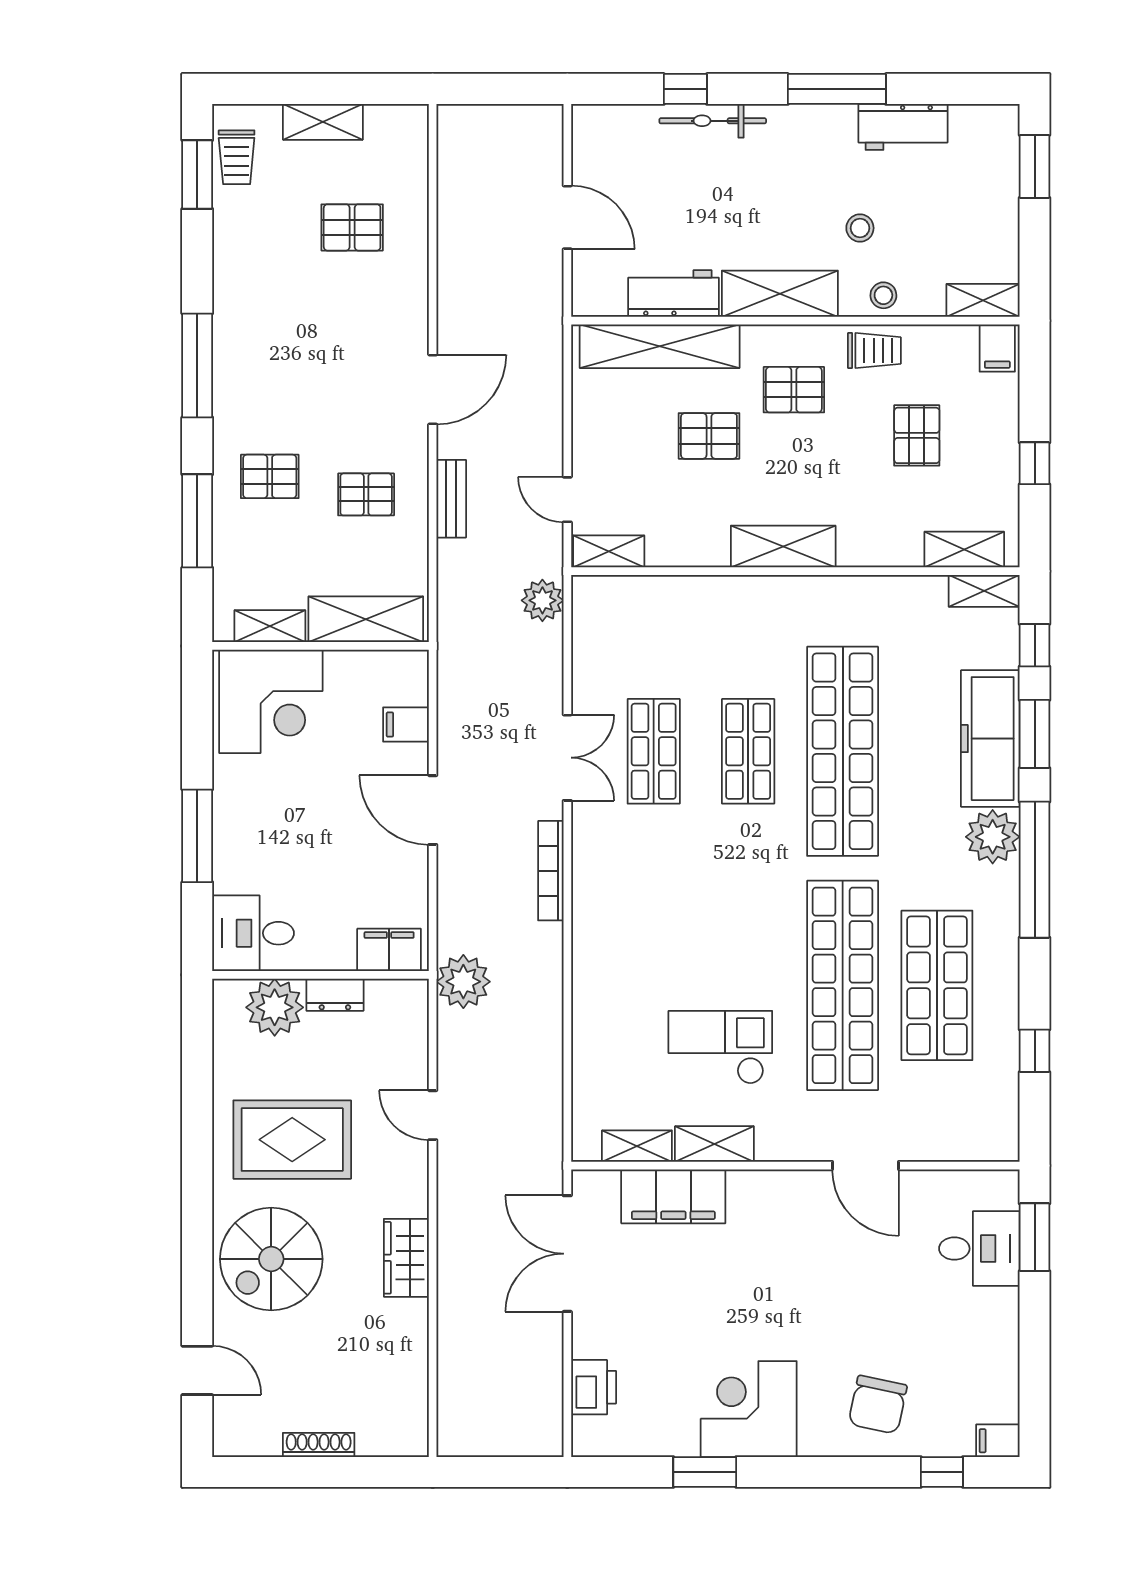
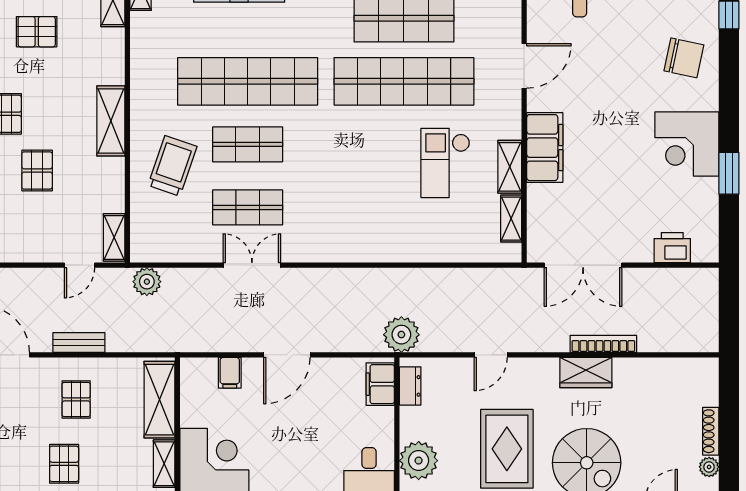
trolley: (716, 639) -> (172, 166), added
bookcase: (551, 871) -> (603, 344), moved, turned 180
dresser: (335, 995) -> (410, 386), moved
filing cabinet: (673, 1196) -> (545, 148), moved
plant: (265, 1442) -> (709, 467), added

